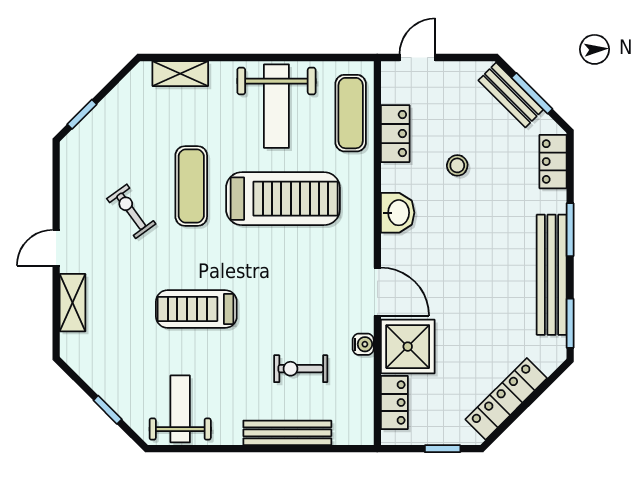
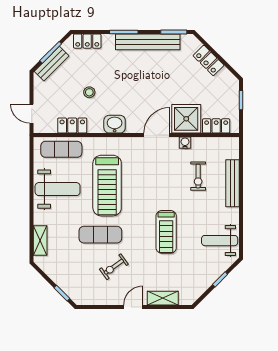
treadmill: (283, 199) -> (107, 186), turned 180
door: (56, 248) -> (133, 307), swing flipped
locker: (506, 399) -> (209, 60), width x0.66

